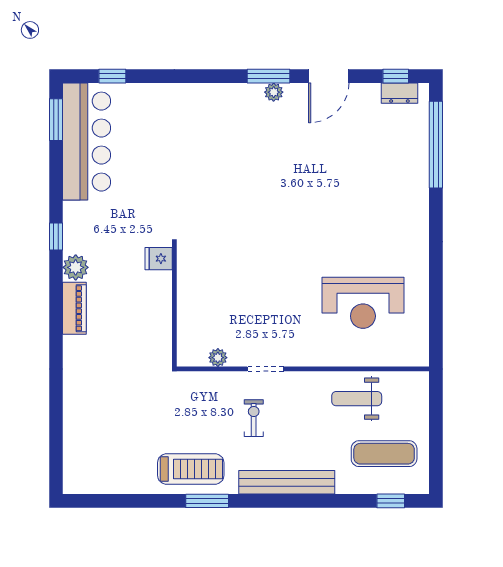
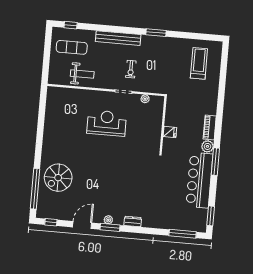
window: (112, 76) -> (183, 234), width x2.17
dresser: (399, 93) -> (133, 222), moved
bar counter: (87, 142) -> (199, 180), moved
spiral stairs: (389, 173) -> (58, 178), added
window: (56, 236) -> (215, 162), width x2.17
fridge: (159, 259) -> (170, 132), moved
reception desk: (363, 303) -> (107, 123), moved
treadmill: (191, 469) -> (199, 63), moved, turned 90

